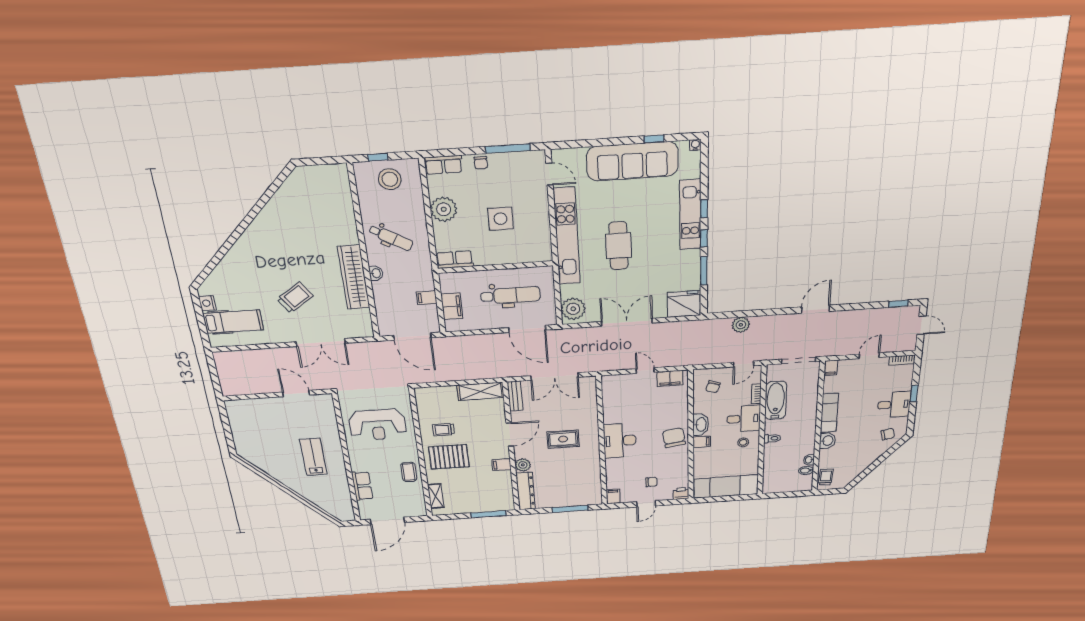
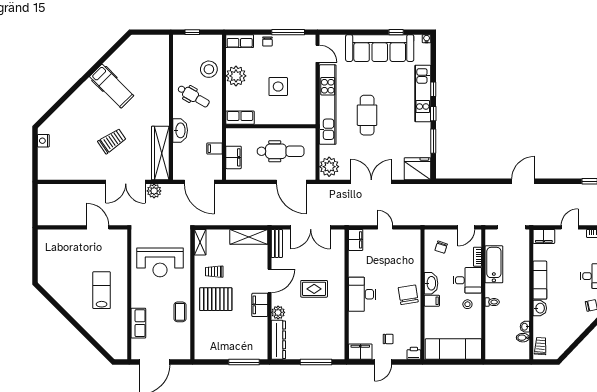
stool: (390, 179) -> (209, 69), moved
washbasin: (376, 273) -> (180, 130), width x1.91, depth x1.45
wardrobe: (354, 277) -> (160, 153), moved
hospital bed: (233, 322) -> (112, 86), moved, turned 45
plant: (741, 325) -> (154, 191), moved
filing cabinet: (831, 368) -> (544, 236), width x2.00
filing cabinet: (670, 378) -> (356, 240), moved, turned -90
filing cabinet: (501, 465) -> (260, 305), width x2.00
shelving: (436, 496) -> (200, 242), moved
filing cabinet: (613, 496) -> (360, 352), width x2.00

